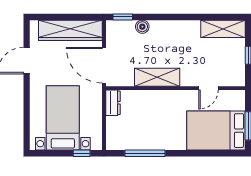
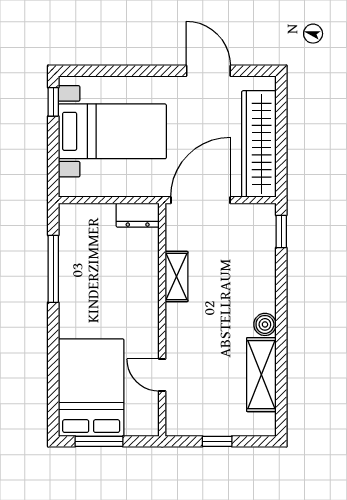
boiler: (142, 27) -> (265, 324), moved
shelving: (223, 29) -> (261, 375), moved
shelving: (157, 77) -> (176, 277), width x0.67, depth x0.75
window: (82, 153) -> (53, 102), moved

